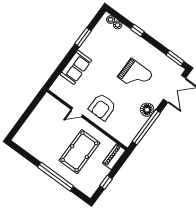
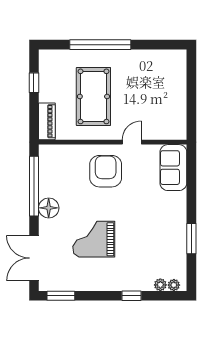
sofa: (76, 67) -> (173, 168), moved

